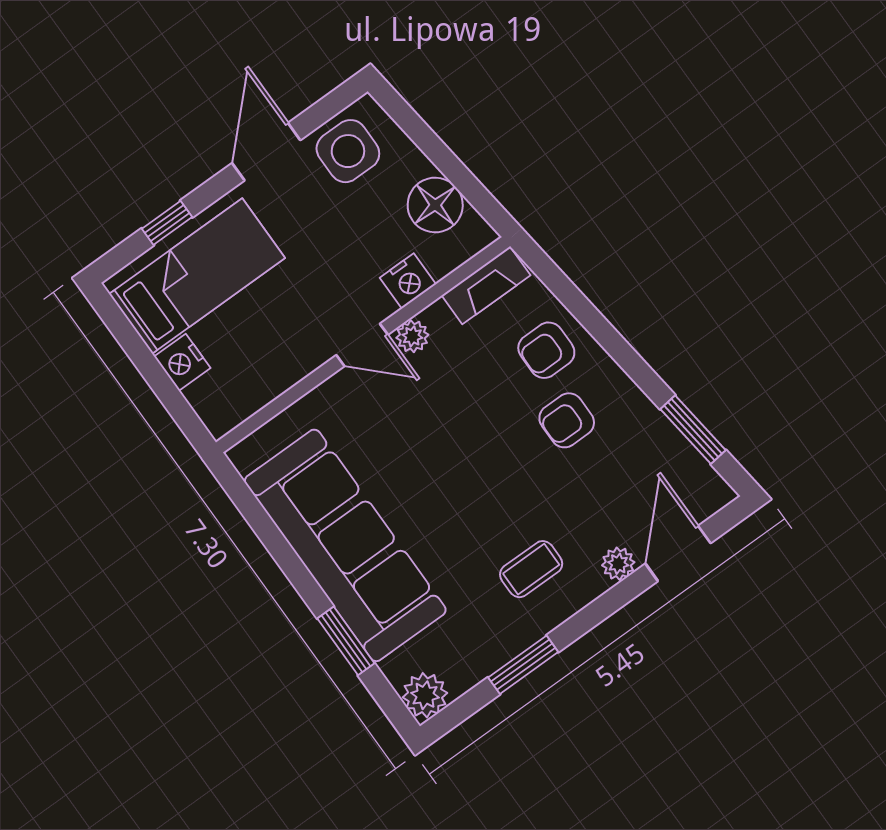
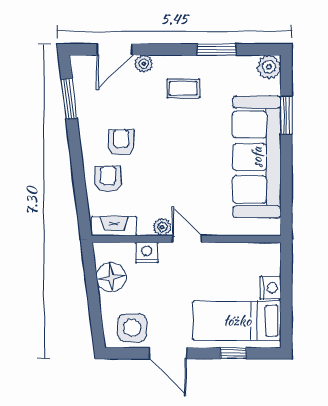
door: (266, 152) -> (168, 353), hinge flipped
armchair: (546, 350) -> (108, 179), turned -90
armchair: (567, 420) -> (121, 142), turned -90

